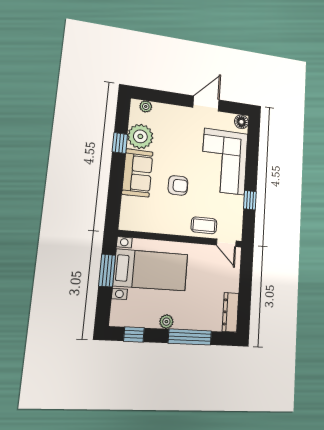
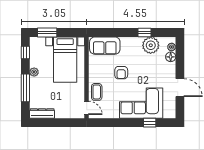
floor lamp: (241, 122) -> (171, 57), moved
sofa: (137, 173) -> (105, 46), moved
window: (250, 200) -> (150, 123), moved
door: (226, 243) -> (87, 108), swing flipped
window: (107, 271) -> (47, 33), moved

